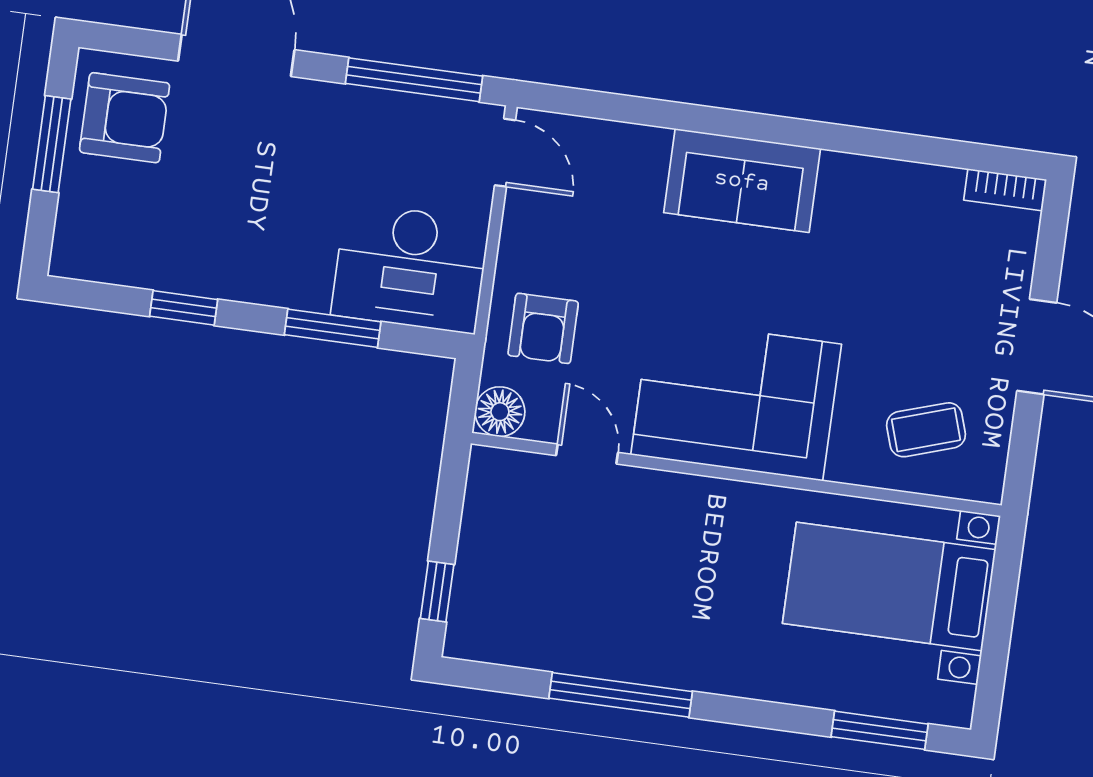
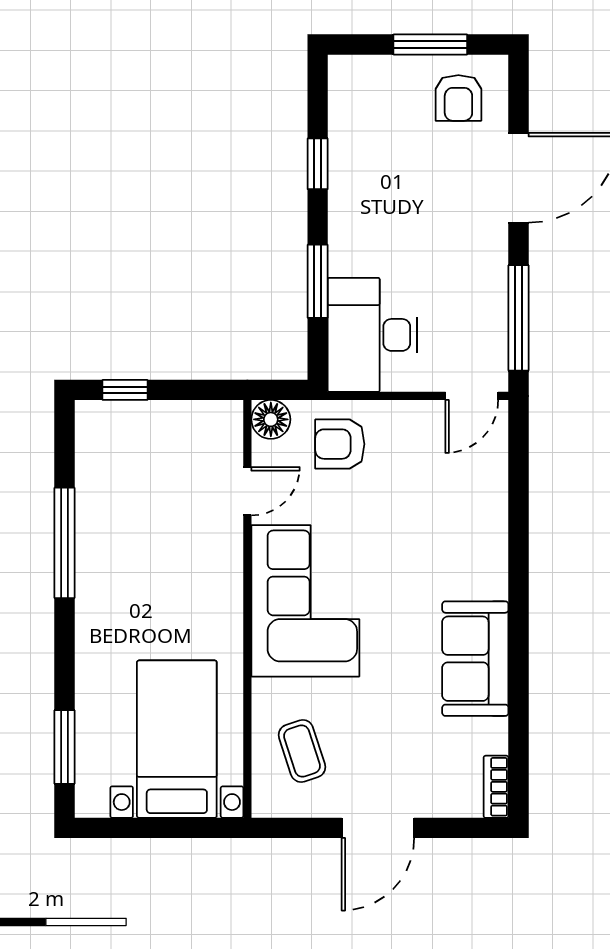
armchair: (125, 118) -> (458, 98), width x0.72, depth x0.72
sofa: (742, 181) -> (475, 659), moved

